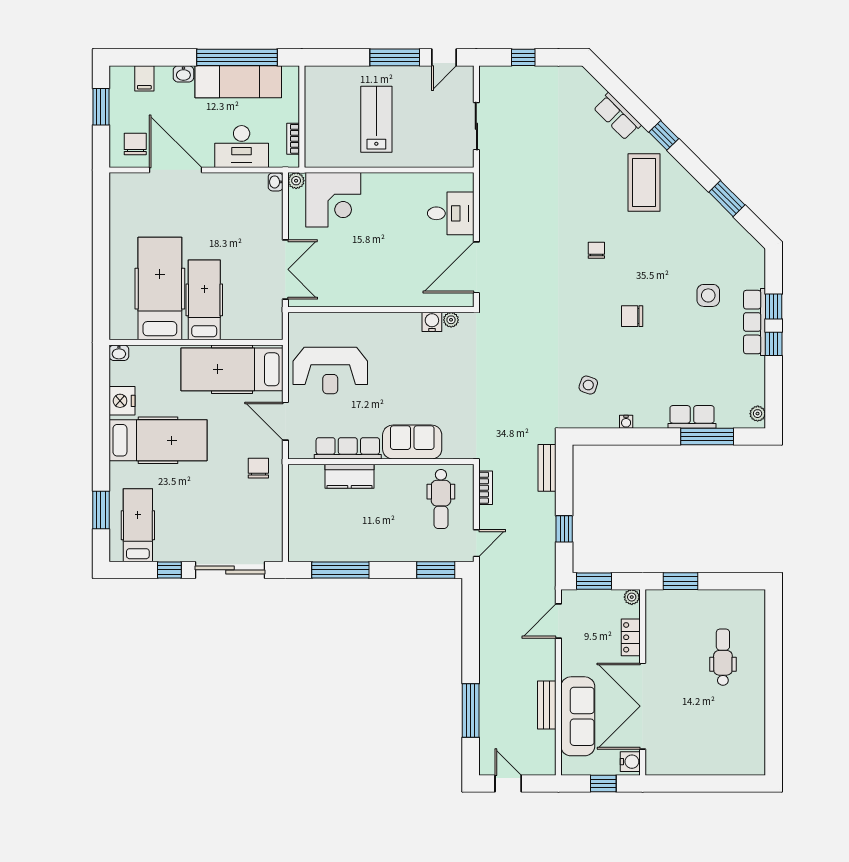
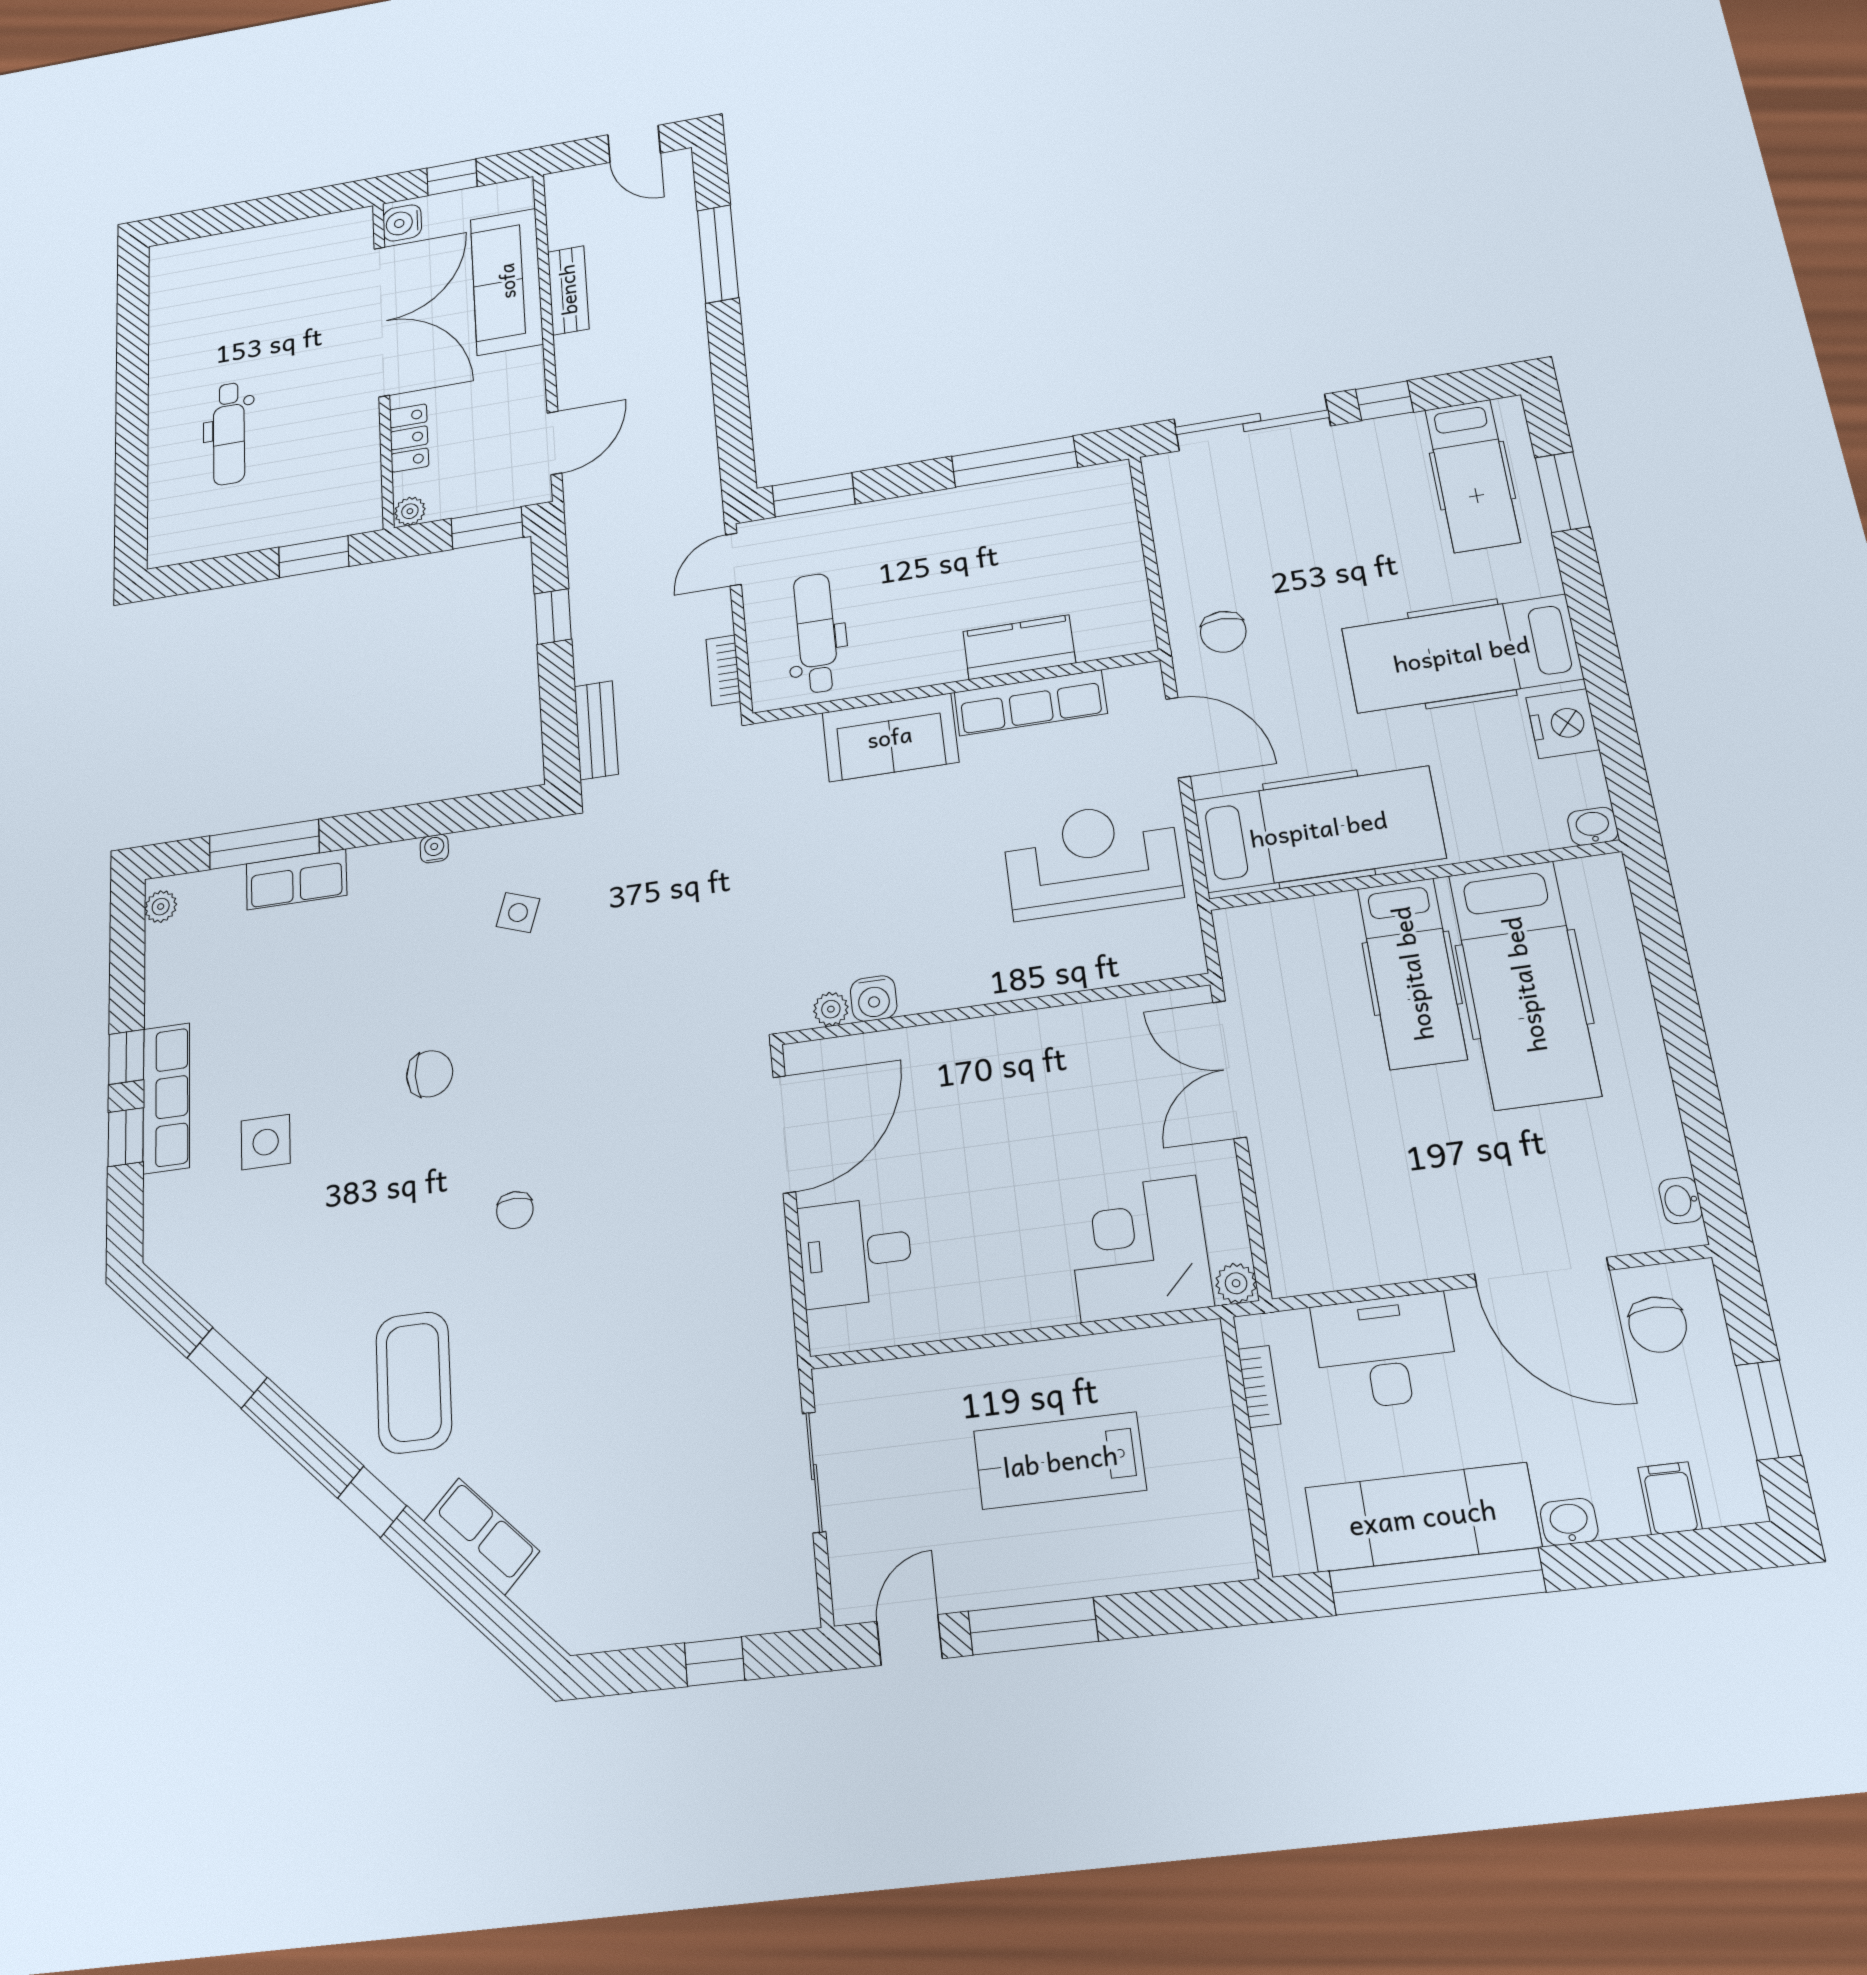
lab bench: (376, 119) -> (1060, 1461), turned 90
washbasin: (276, 182) -> (1680, 1200), moved, turned 180

